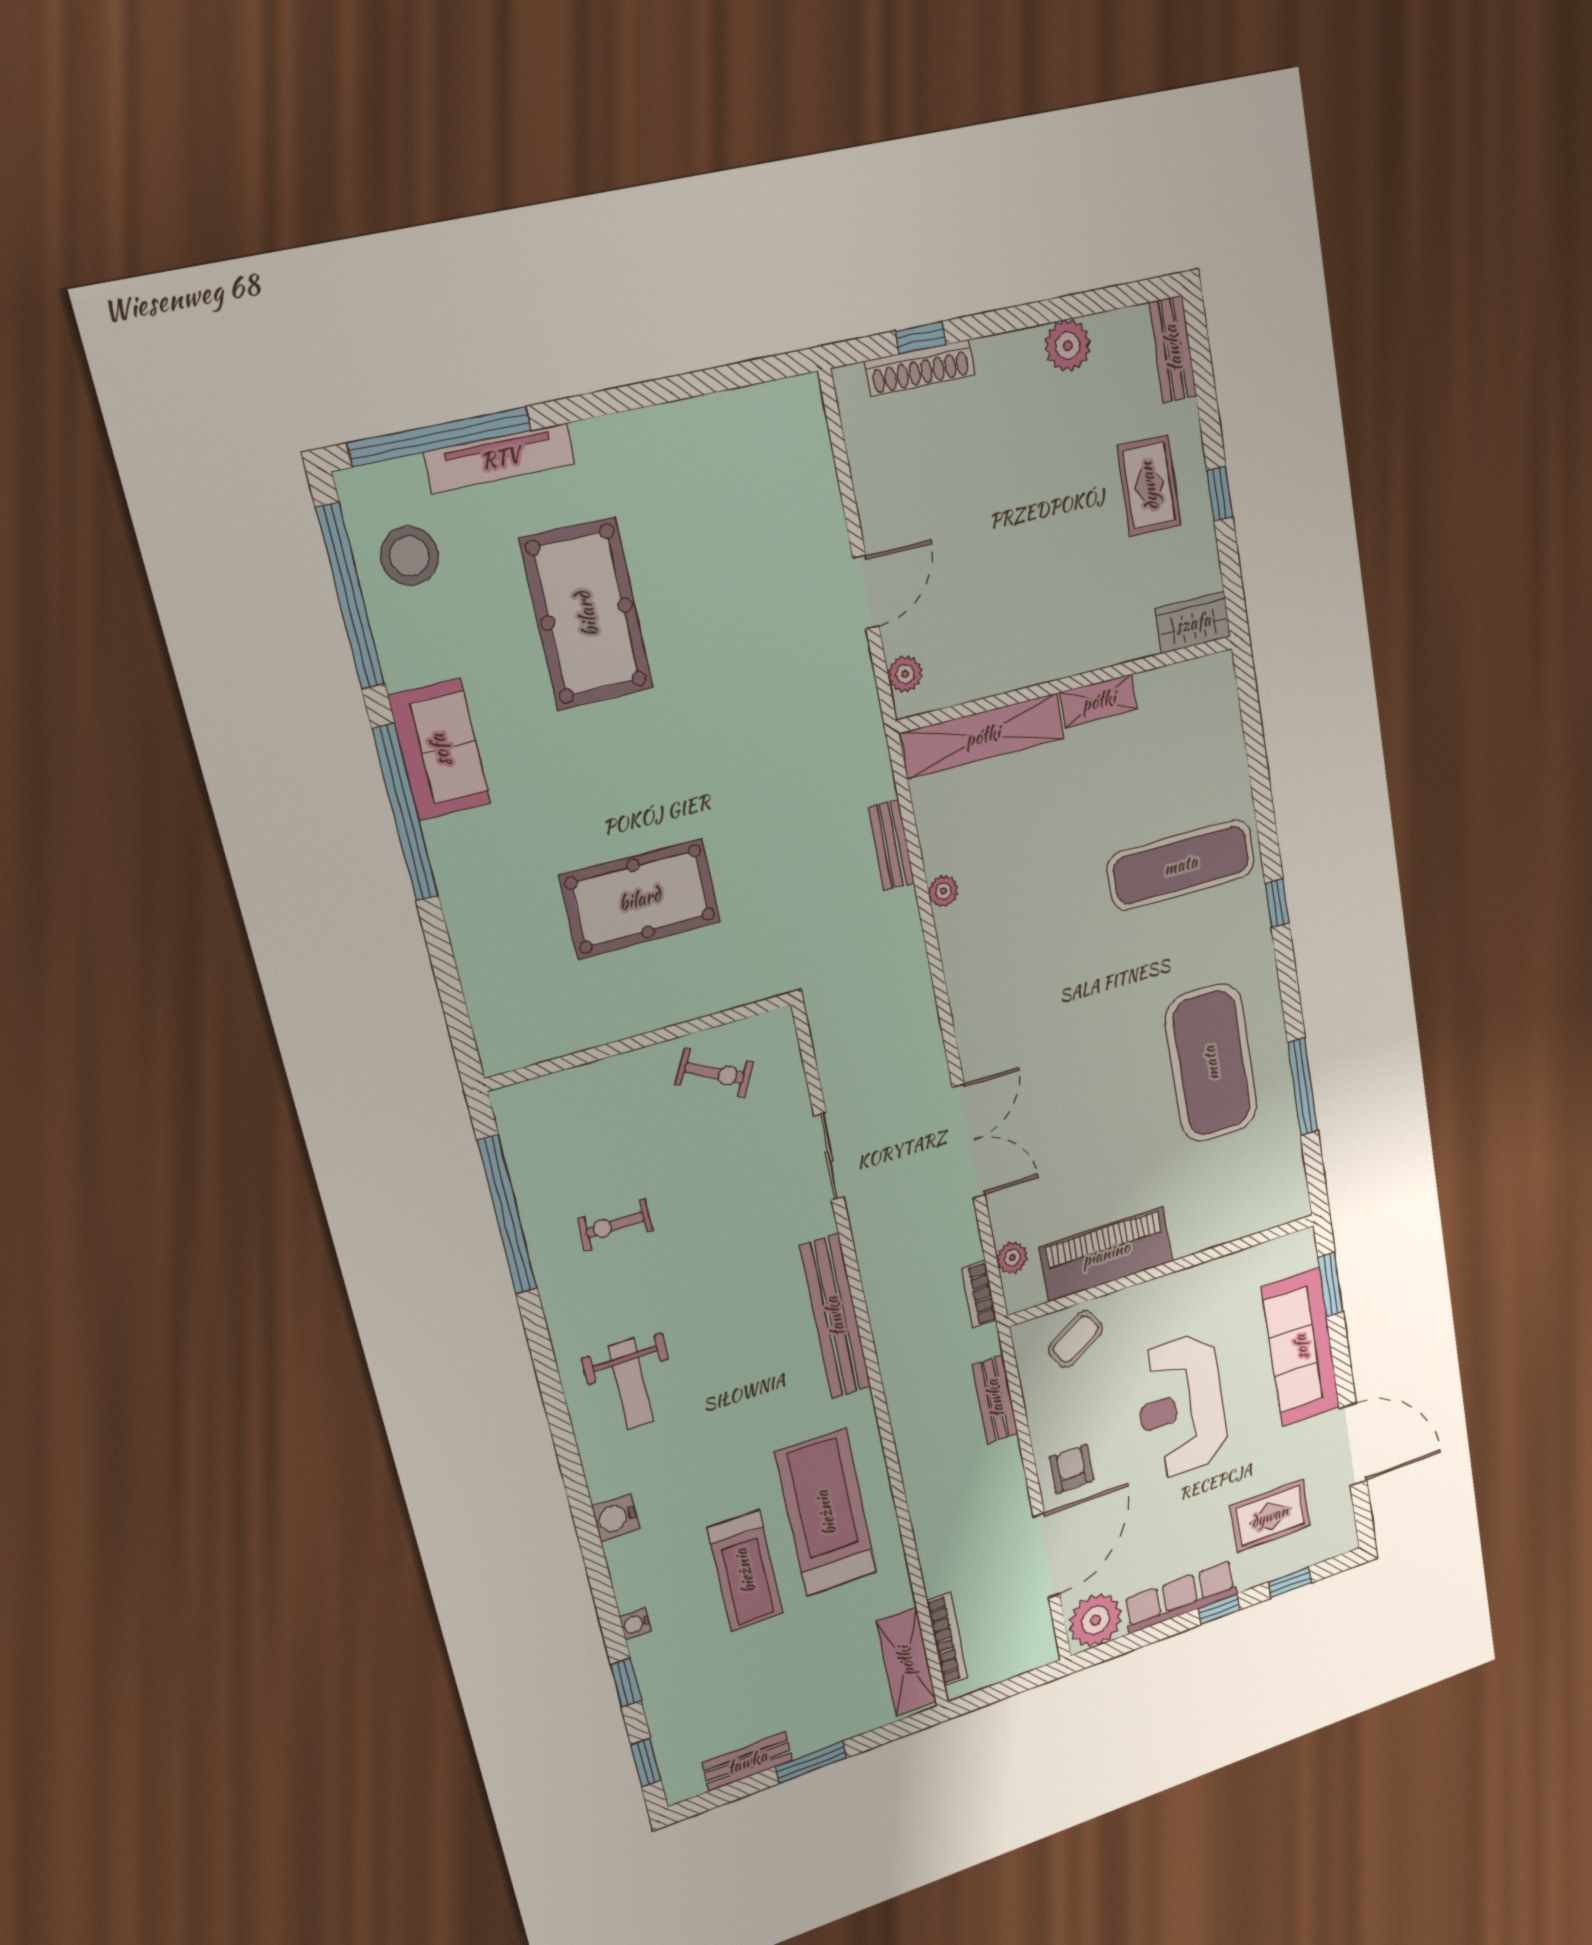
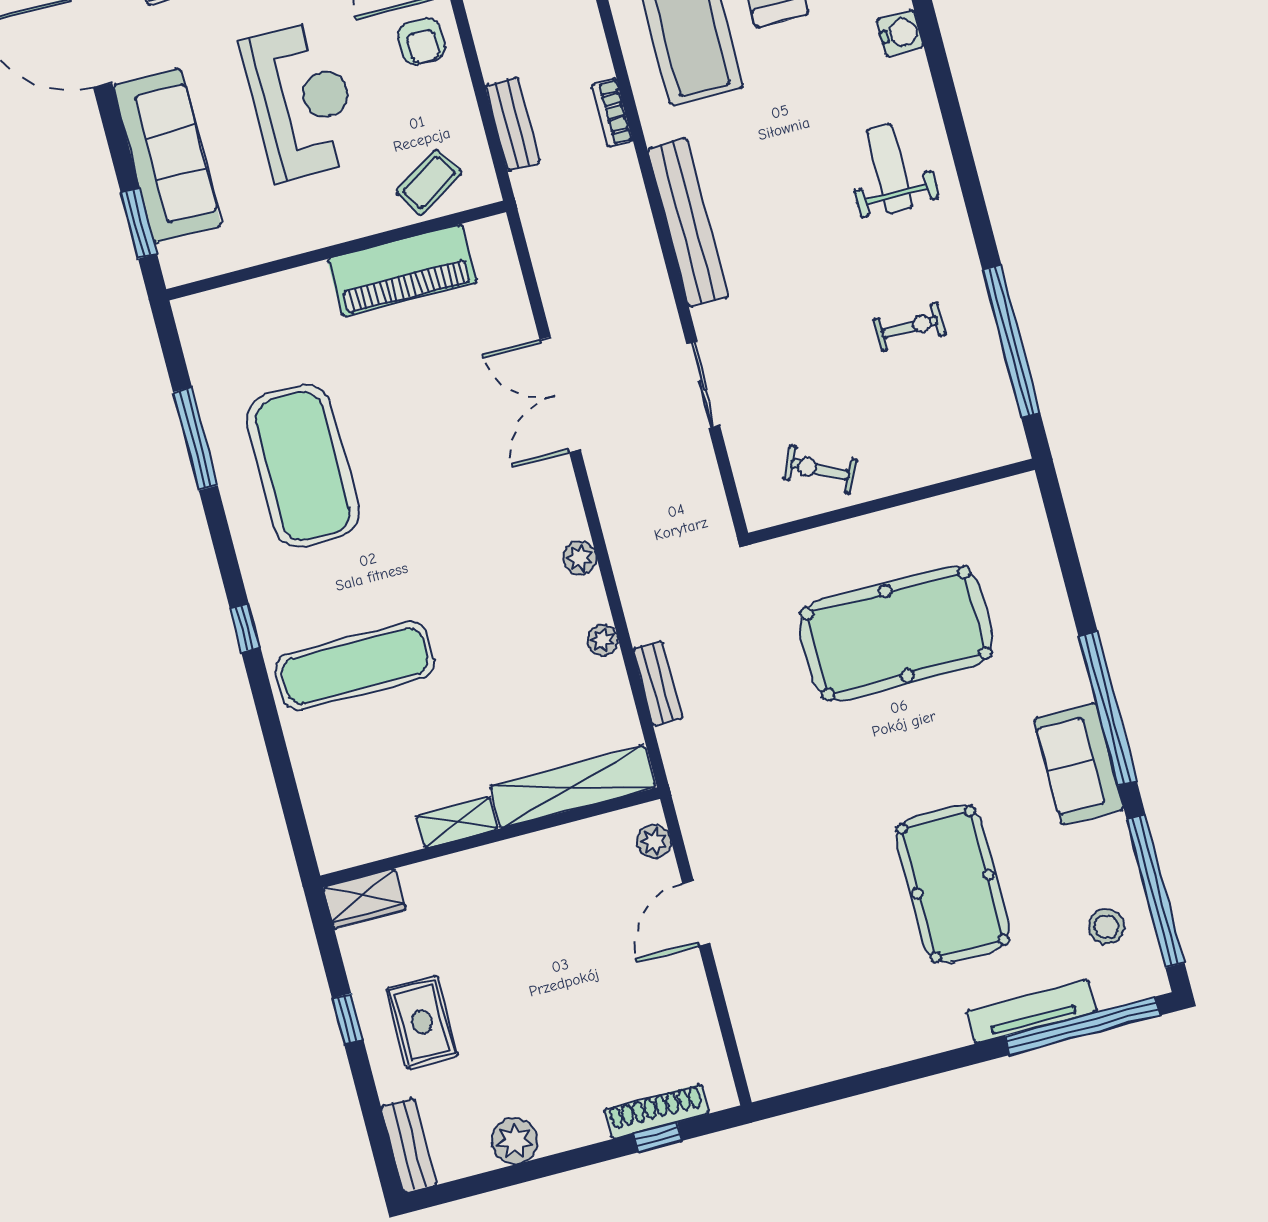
stool: (410, 556) -> (1107, 927), width x0.73, depth x0.73
pool table: (640, 899) -> (896, 633), width x1.36, depth x1.32
plant: (1012, 1258) -> (580, 558), moved
bookcase: (979, 1294) -> (612, 113), moved, turned 180

